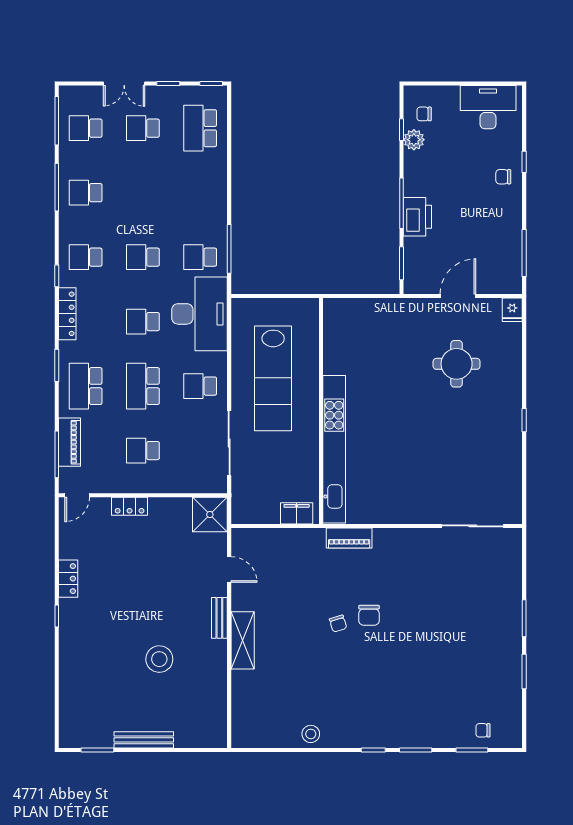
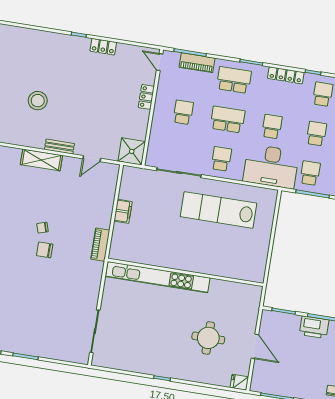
wall: (321, 411) -> (185, 272), moved
kitchen unit: (334, 449) -> (158, 277), moved

